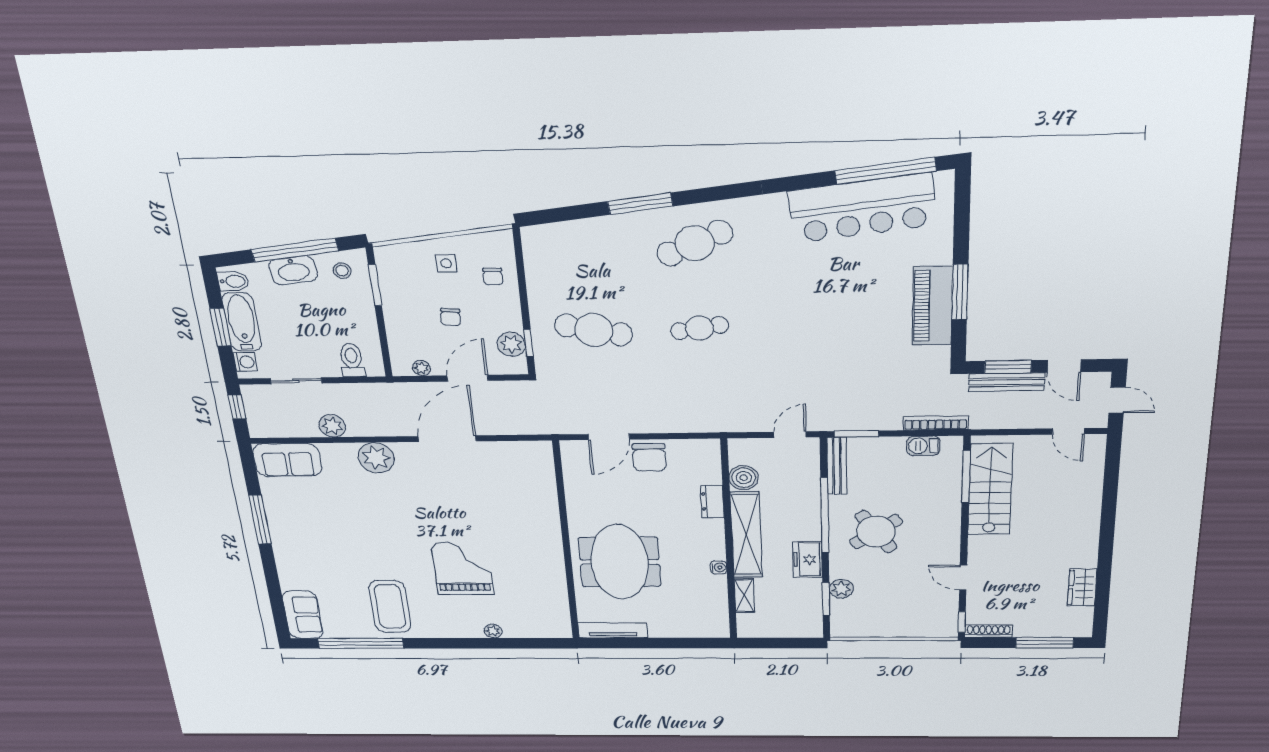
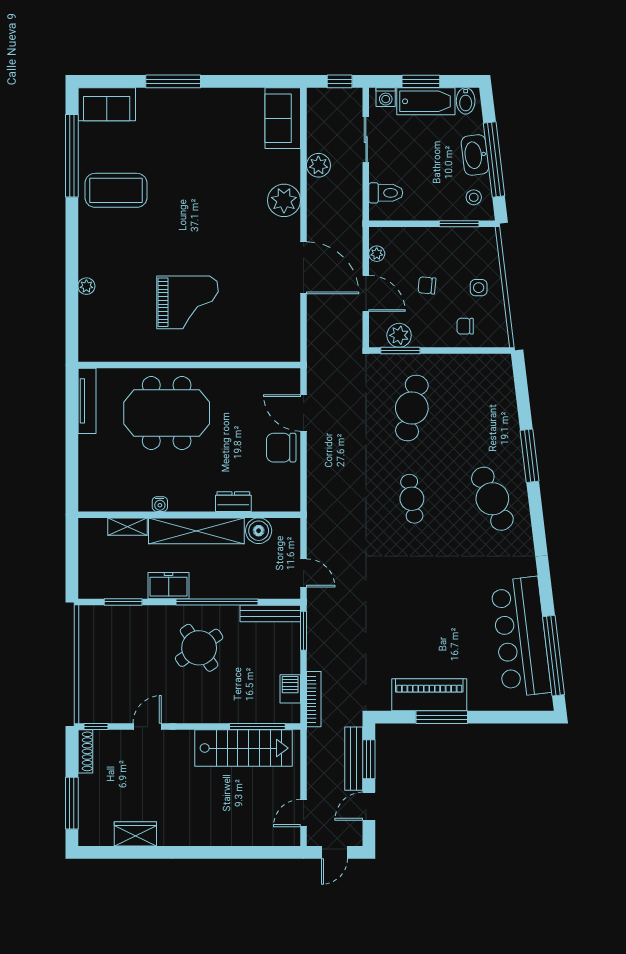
window: (529, 343) -> (400, 351), width x1.50
window: (260, 520) -> (173, 81), moved
grand piano: (462, 568) -> (188, 302), moved
plant: (841, 589) -> (135, 616), removed

